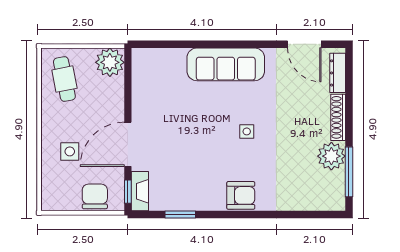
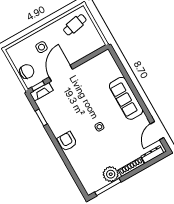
plant: (110, 62) -> (95, 42), removed
door: (128, 144) -> (61, 73), hinge flipped
armchair: (241, 195) -> (67, 141), turned 180

